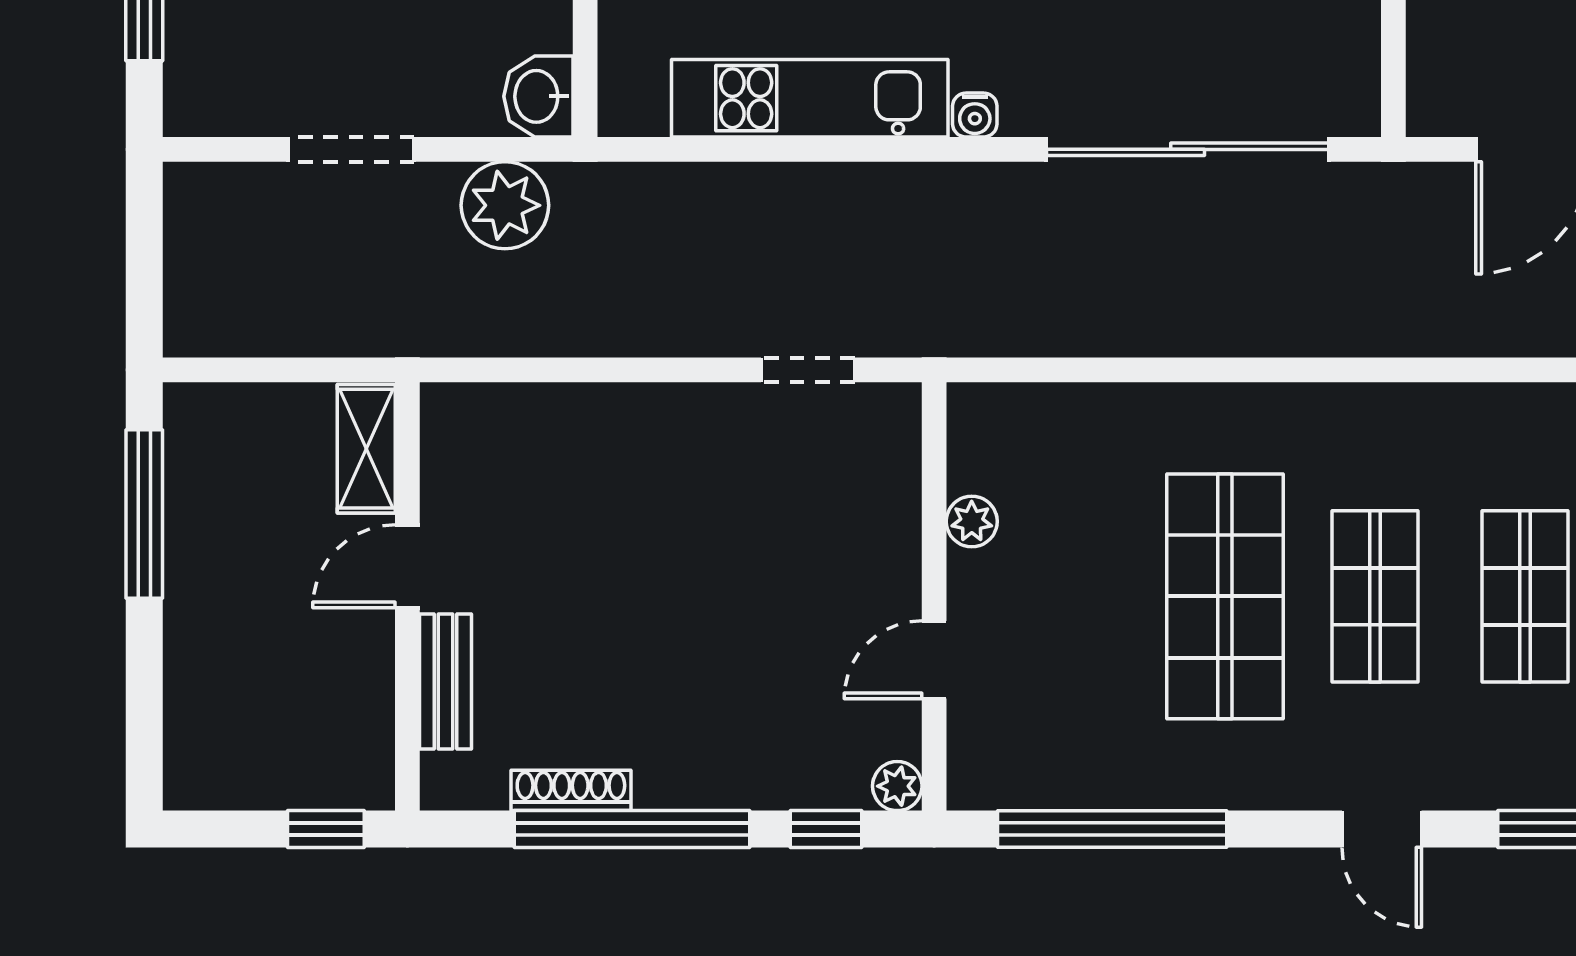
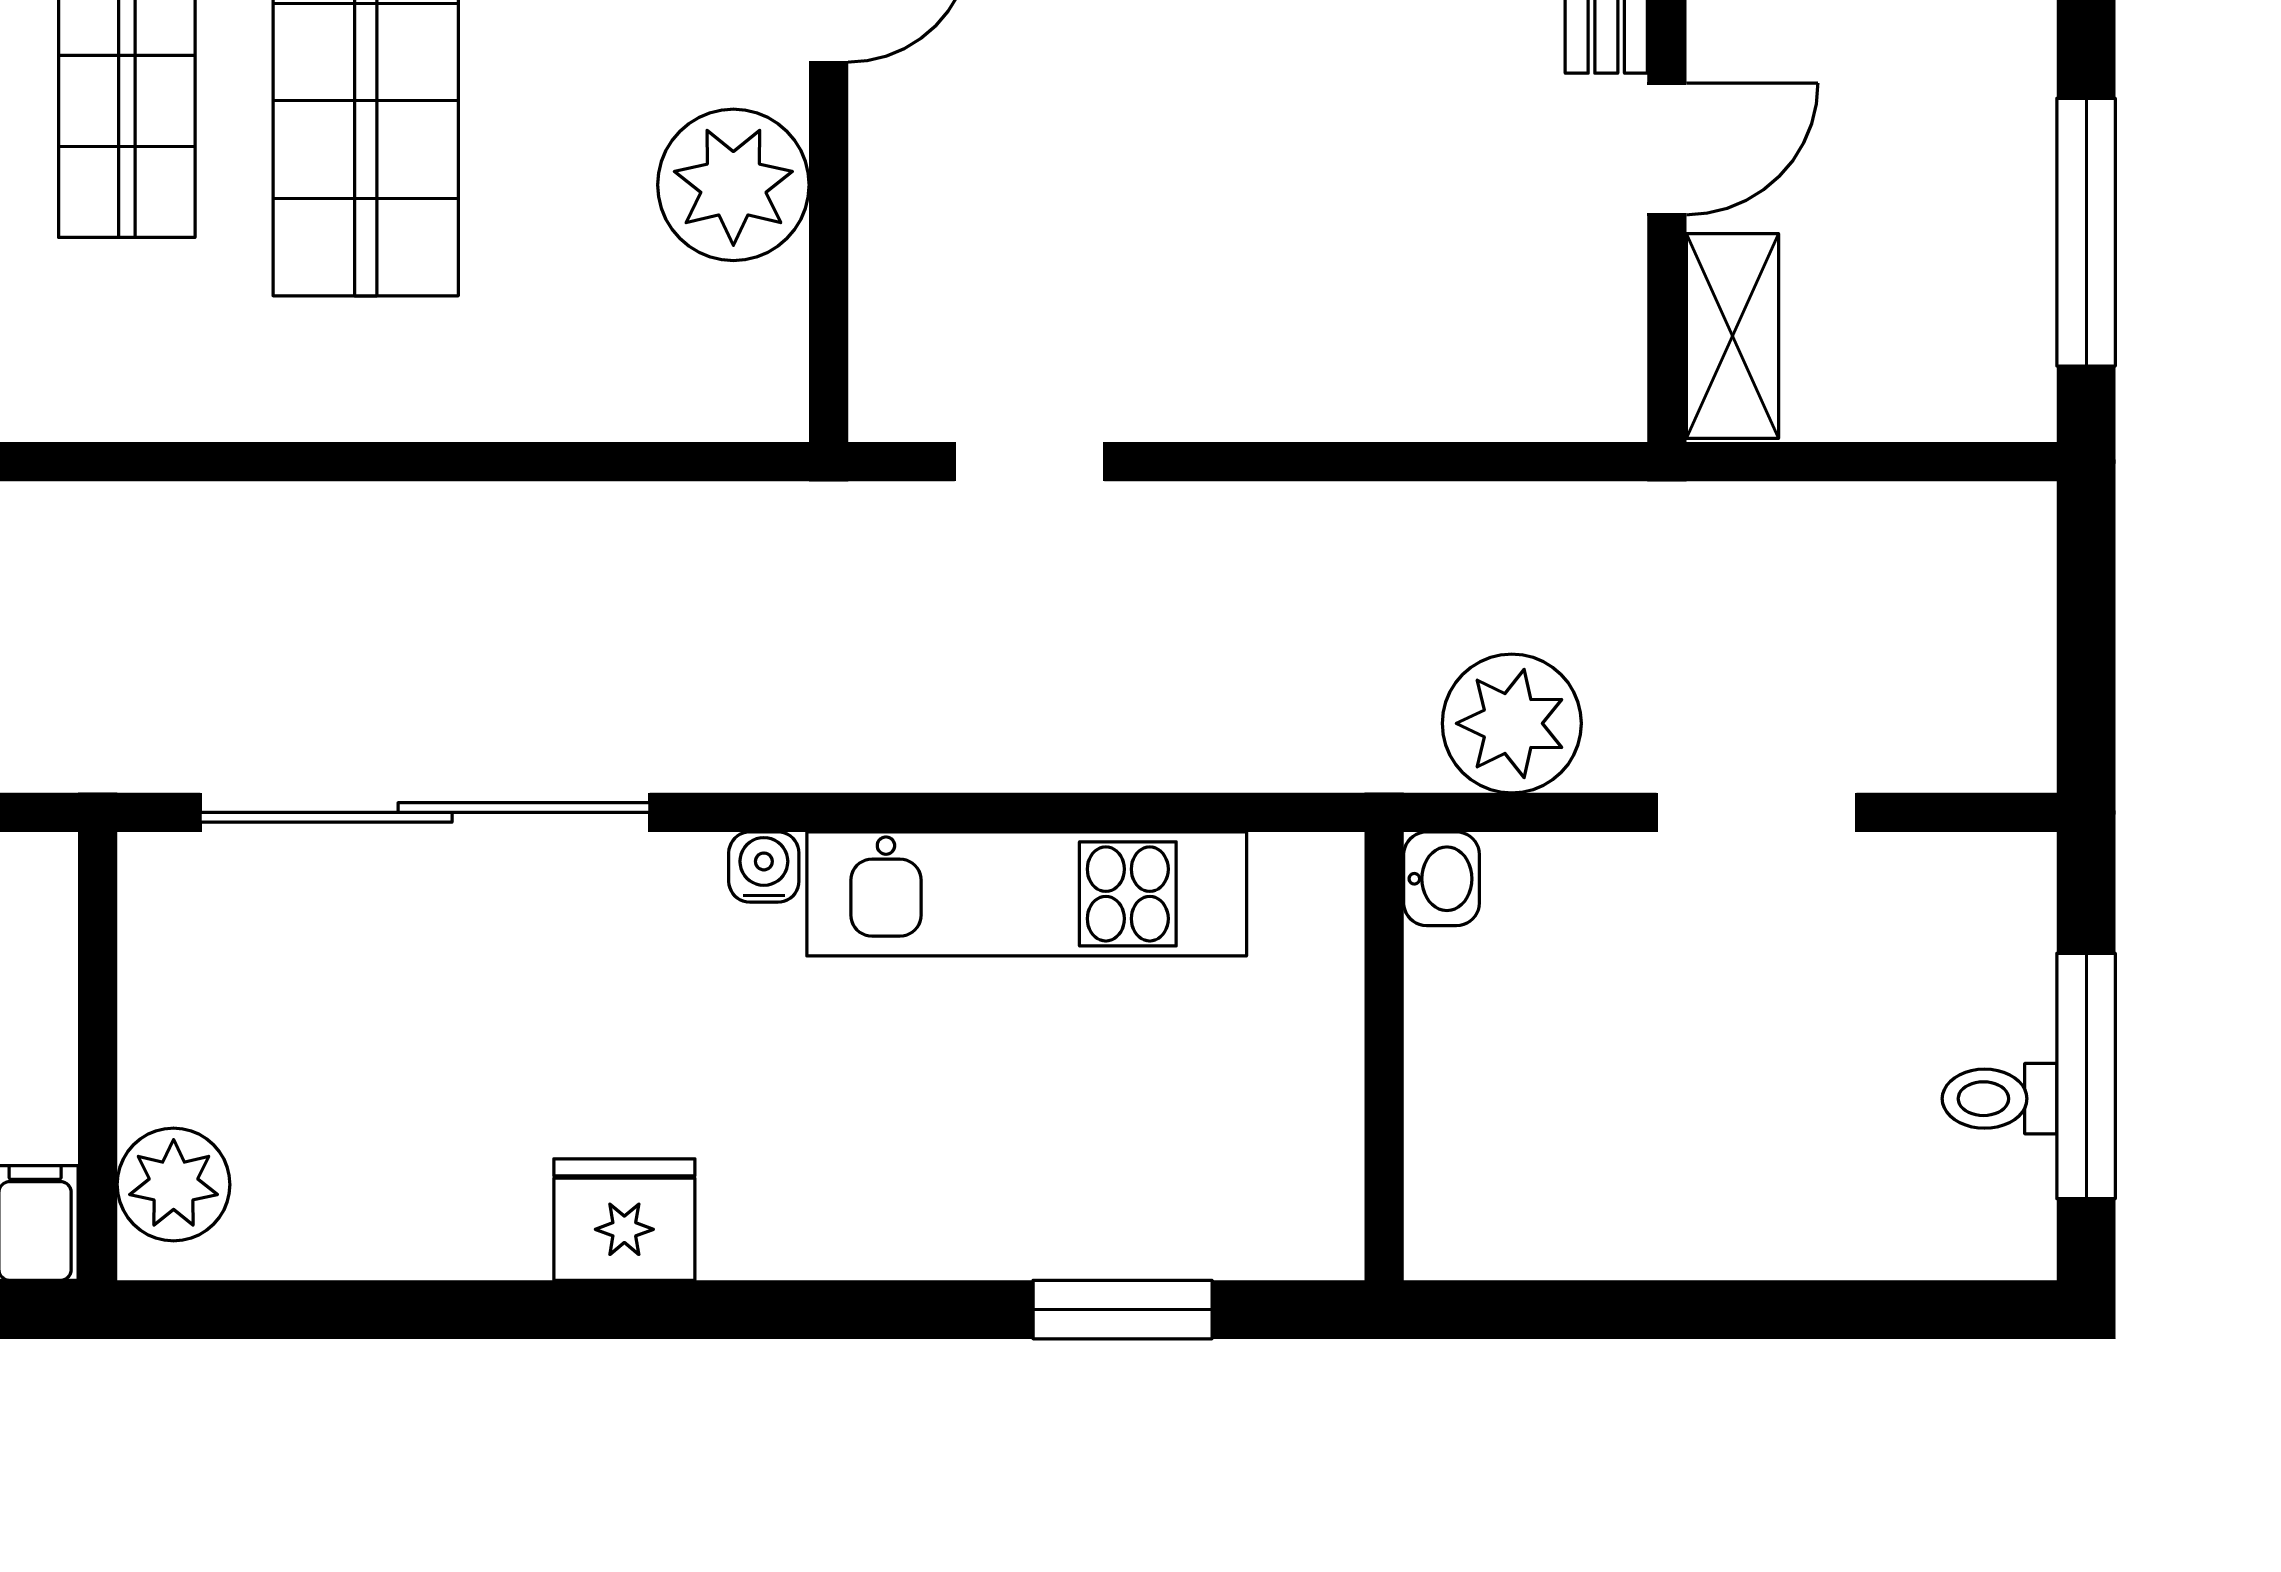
washbasin: (538, 96) -> (1442, 879), width x0.72, depth x0.69
plant: (972, 521) -> (733, 185), width x1.88, depth x1.88

